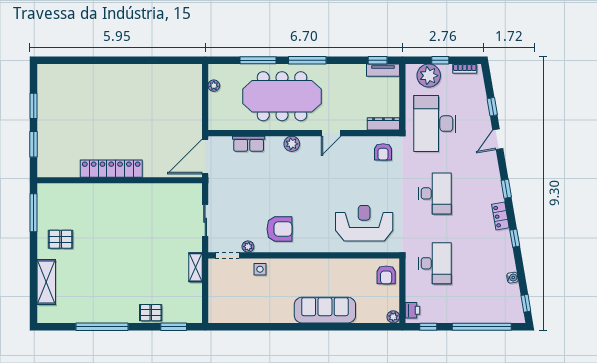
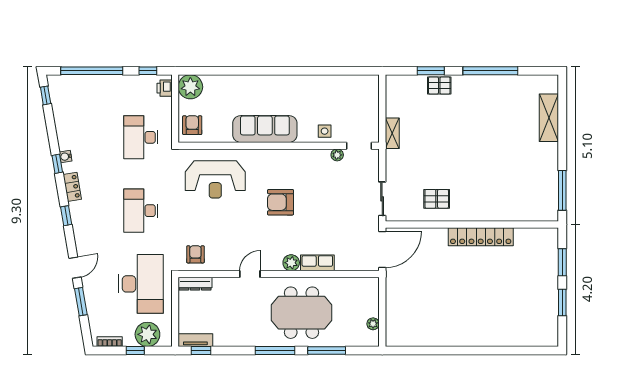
meeting table: (282, 96) -> (301, 313), width x0.73
window: (492, 107) -> (81, 302), width x1.50
row of seats: (249, 144) -> (317, 263), moved
sliding door: (205, 220) -> (382, 199), moved
armchair: (280, 229) -> (280, 202), moved
pallet: (61, 239) -> (437, 199), moved
water cooler: (512, 278) -> (66, 156), moved
sofa: (325, 310) -> (265, 129), moved, turned 180
plant: (393, 317) -> (190, 87), width x1.88, depth x1.88
window: (174, 327) -> (431, 71), moved

